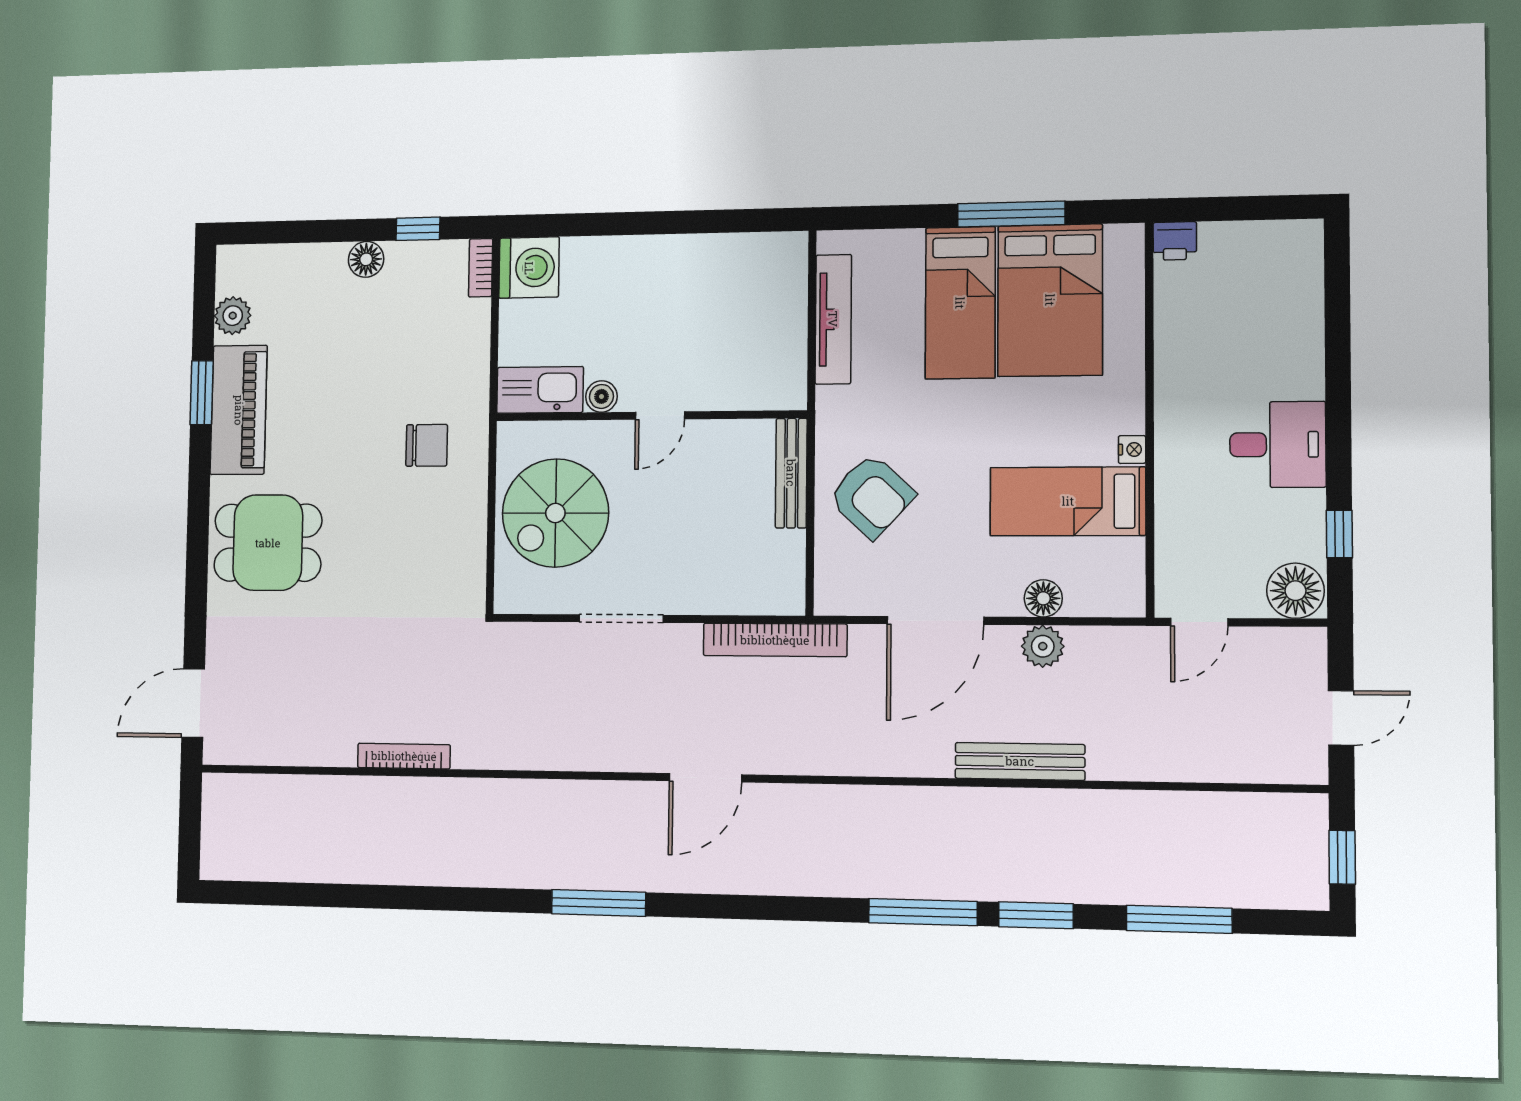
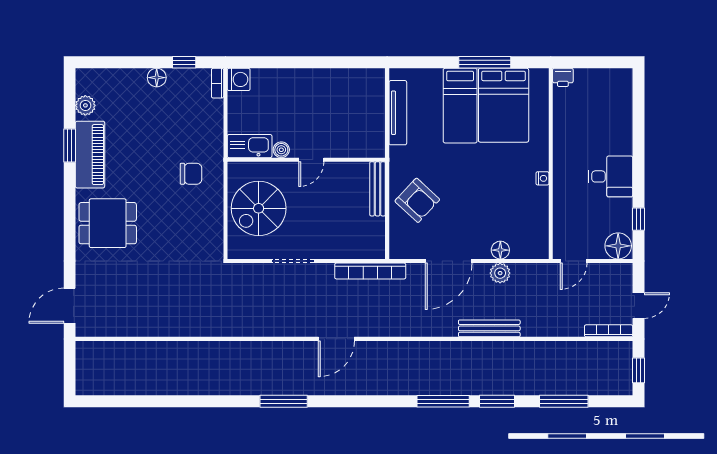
washing machine: (529, 268) -> (239, 79), width x0.73, depth x0.73
bed: (1068, 501) -> (512, 203), removed
bookcase: (404, 756) -> (609, 331), moved

